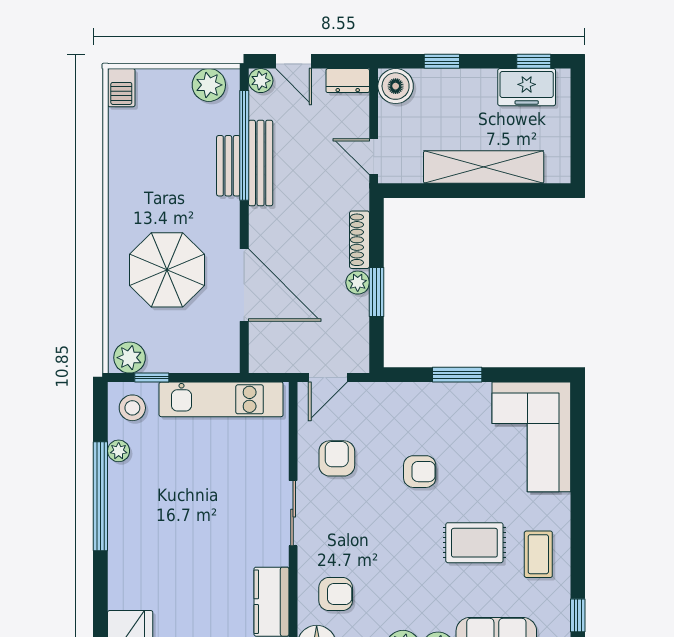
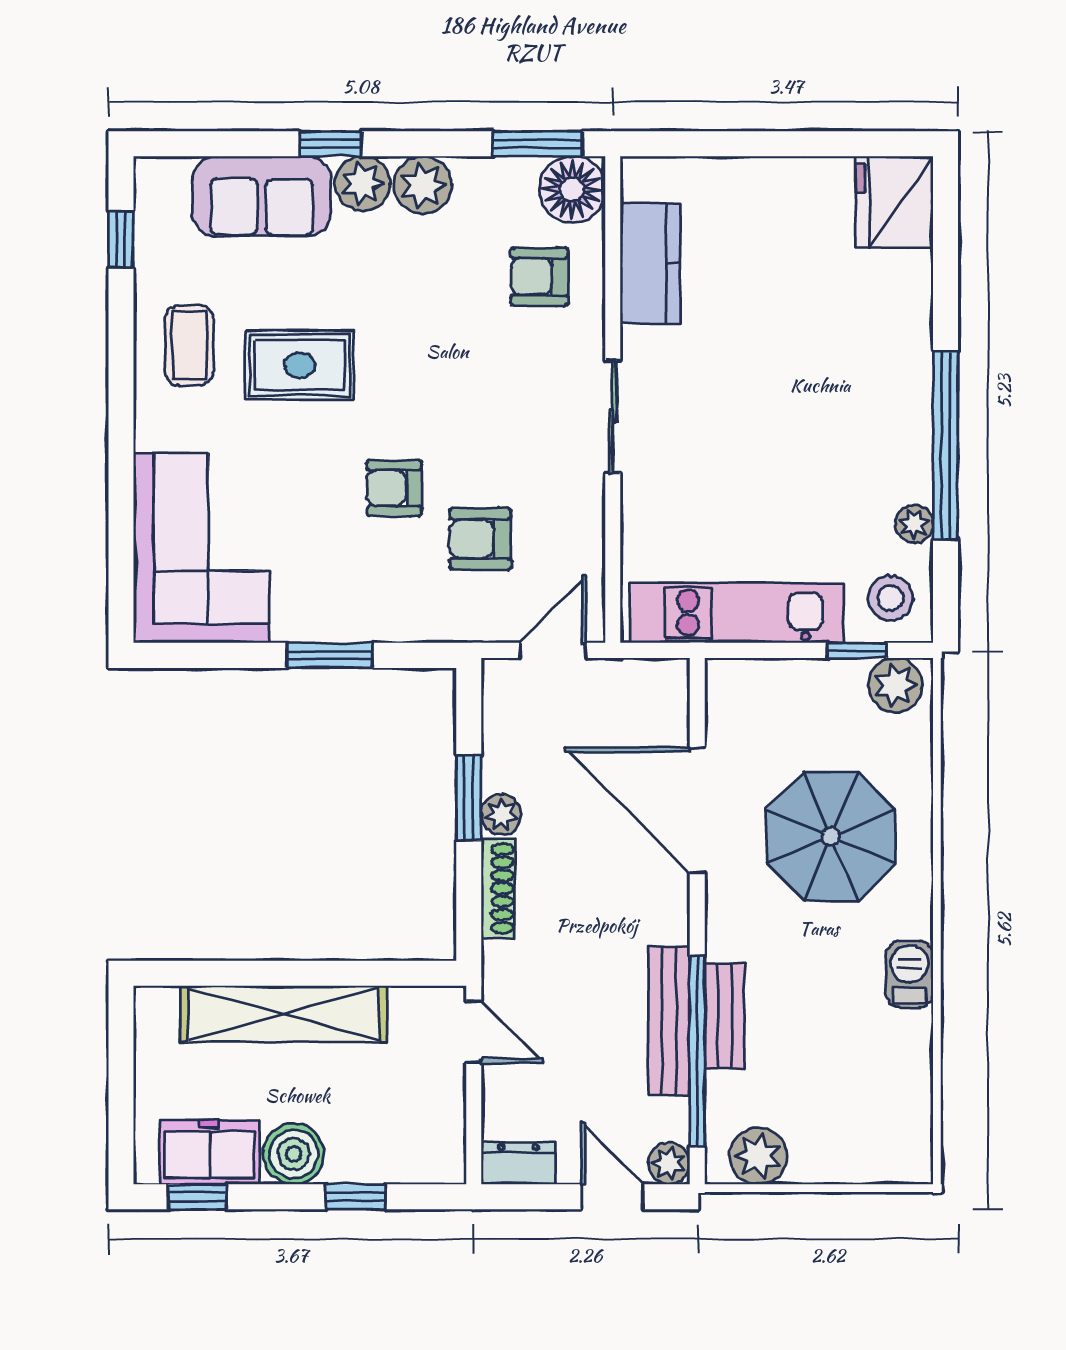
boiler: (396, 86) -> (294, 1154), moved
barbecue: (121, 88) -> (910, 974), moved
armchair: (337, 458) -> (480, 539), moved, turned 90

